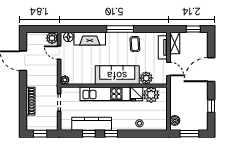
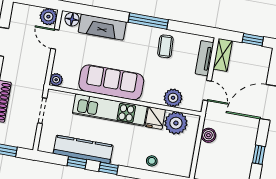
sofa: (117, 75) -> (111, 82), moved
boiler: (175, 120) -> (208, 135), moved

